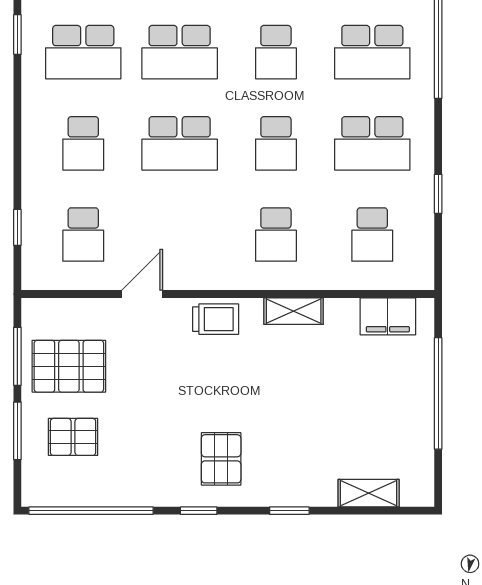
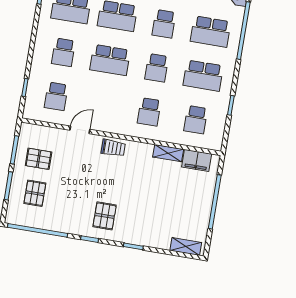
shelving: (294, 311) -> (168, 153), moved
pallet: (69, 366) -> (39, 159), width x0.67, depth x0.71
pallet: (73, 437) -> (35, 193), turned 90
shelving: (369, 493) -> (186, 246), moved

